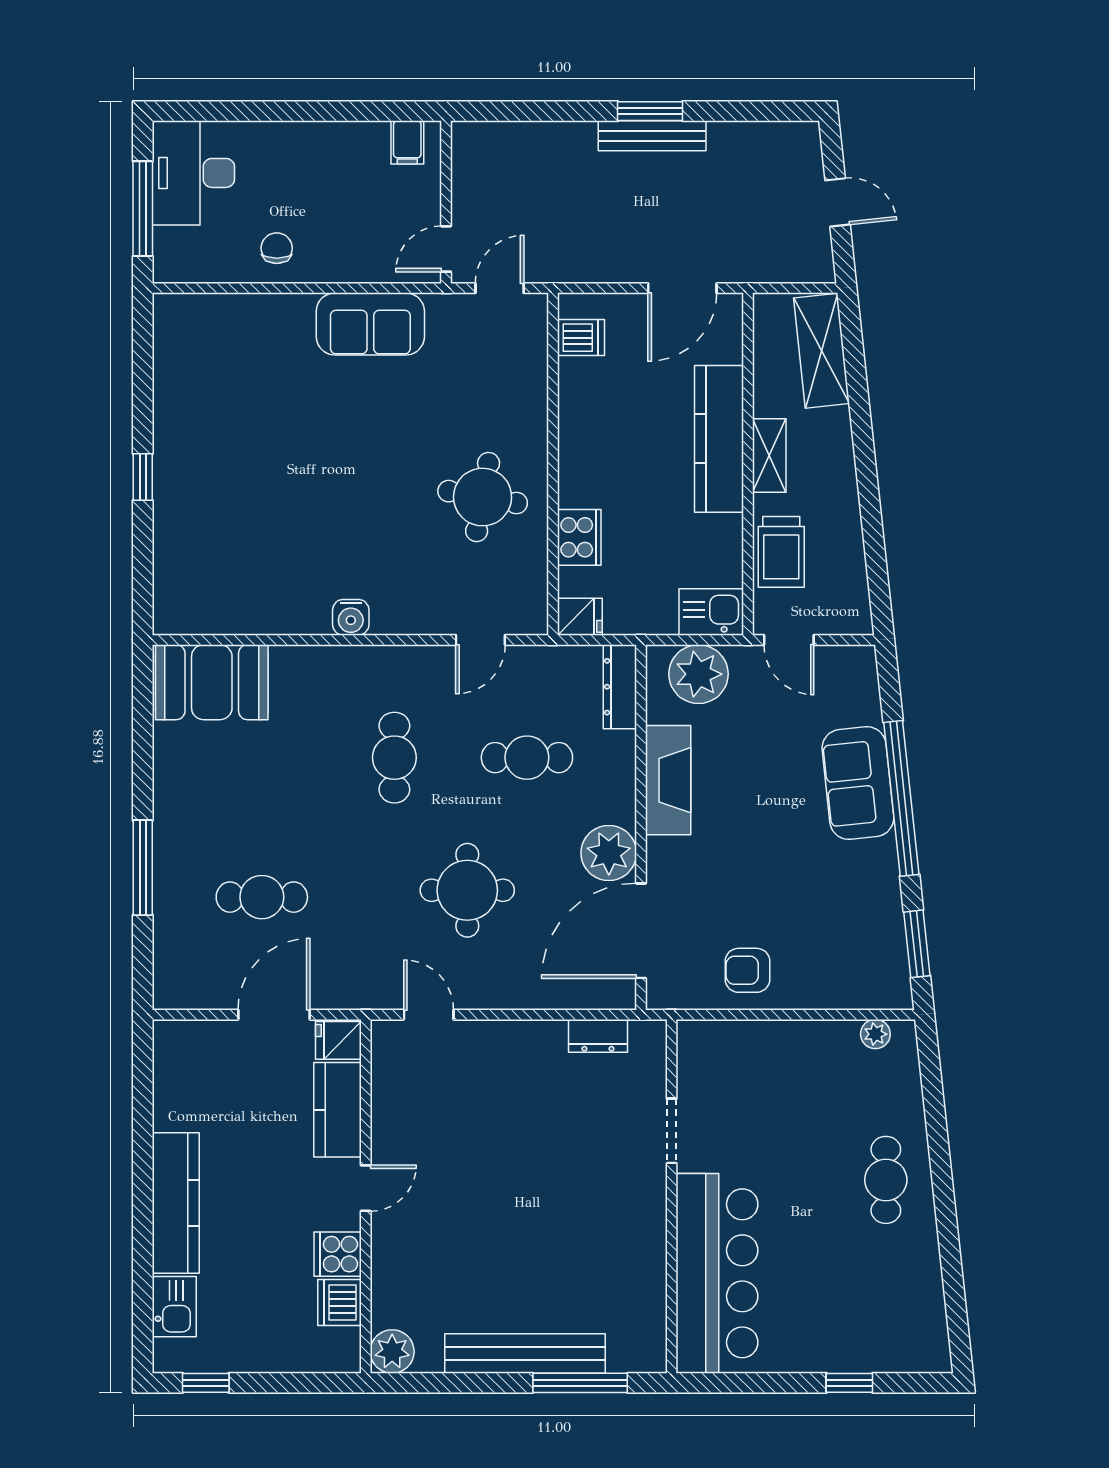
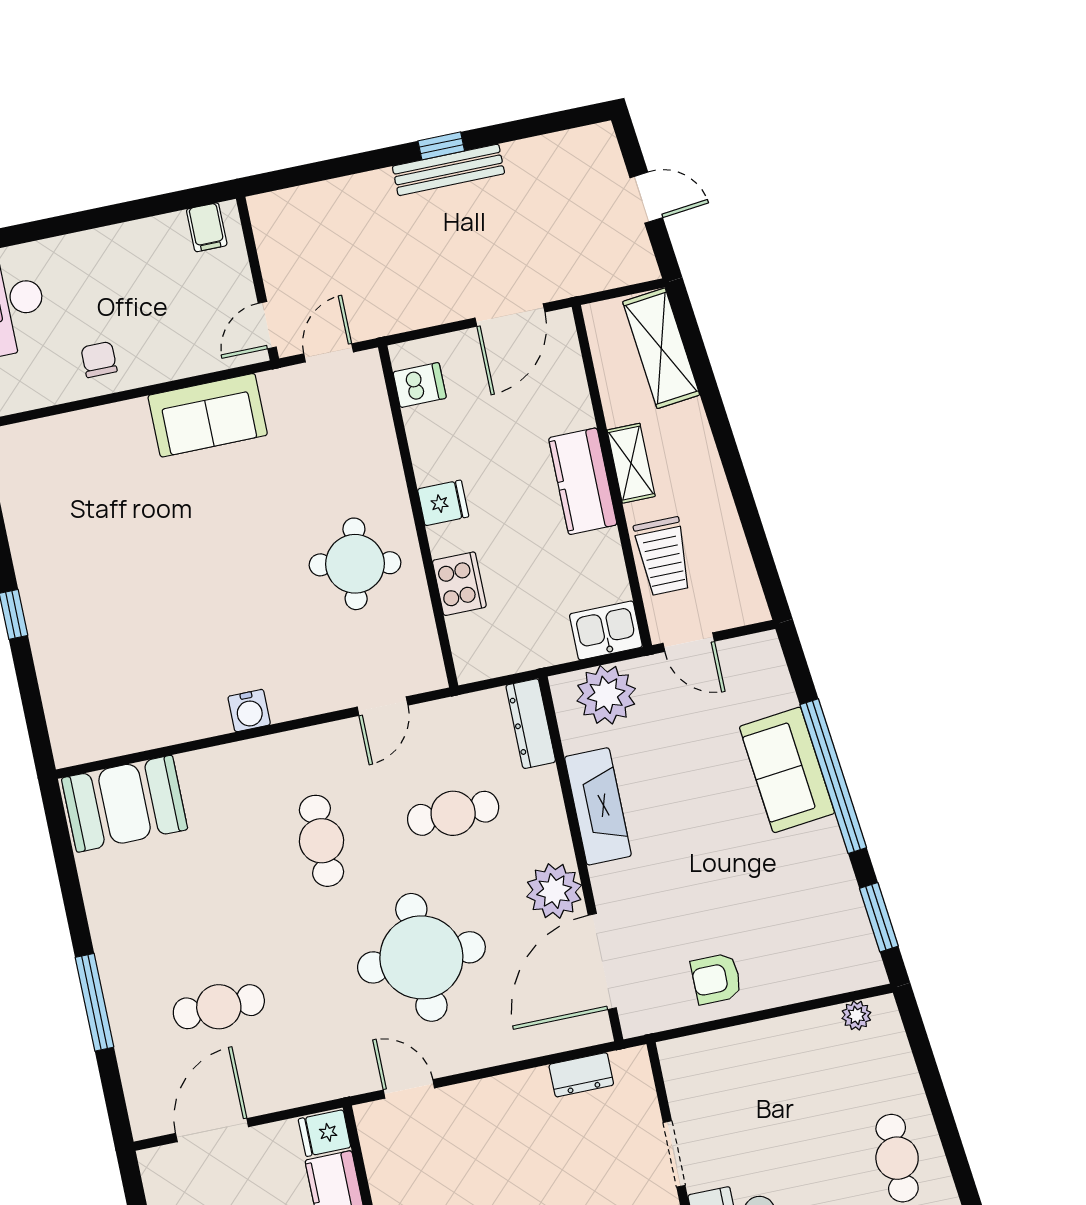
window: (650, 111) -> (441, 146), width x0.67
kitchen counter: (719, 439) -> (583, 481), width x0.67
fridge: (580, 617) -> (443, 503), moved
round table: (467, 890) -> (421, 957), width x1.36, depth x1.36
door: (274, 1015) -> (212, 1130), moved

